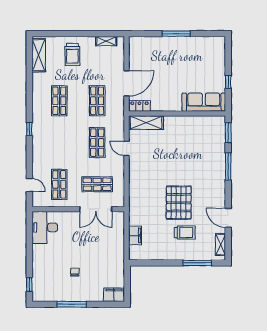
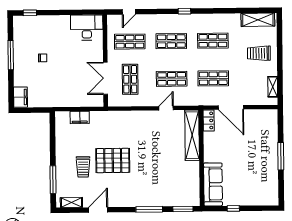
shelving: (146, 123) -> (192, 135), width x1.47
shop shelf: (59, 143) -> (171, 41), added

